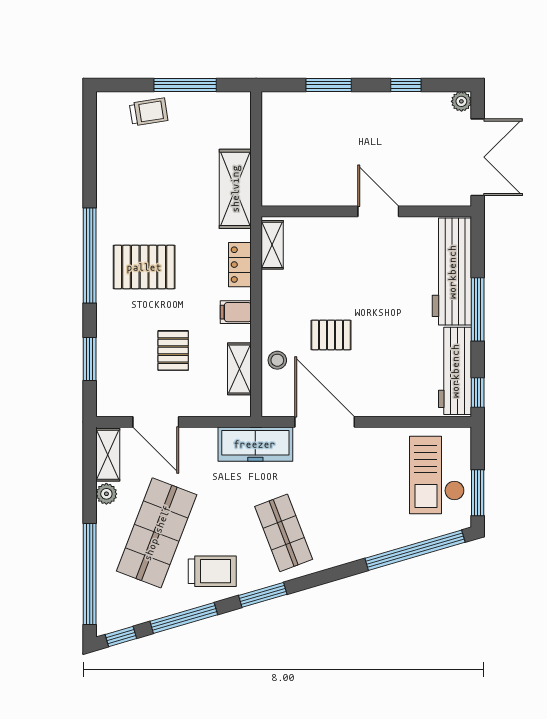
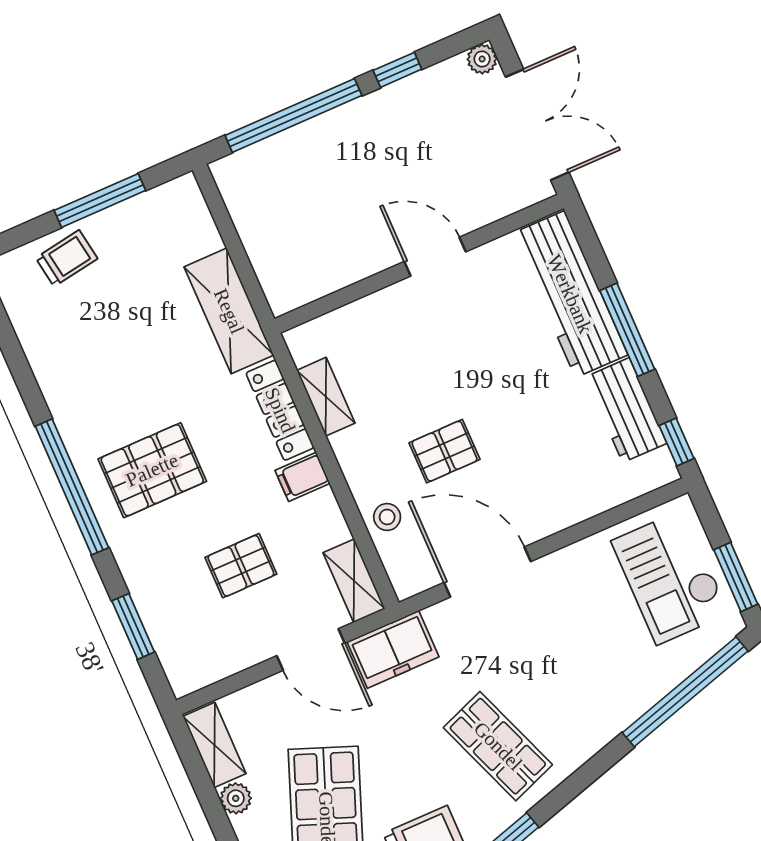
window: (329, 85) -> (293, 115), width x2.11
shelving: (272, 245) -> (326, 397), moved
locker: (240, 265) -> (280, 410), width x1.53
pallet: (173, 351) -> (241, 566), turned 90
shelving: (239, 369) -> (354, 581), moved
workbench: (455, 371) -> (626, 410), width x0.73
door: (156, 422) -> (311, 650), moved
freezer: (255, 444) -> (393, 649), width x0.71

